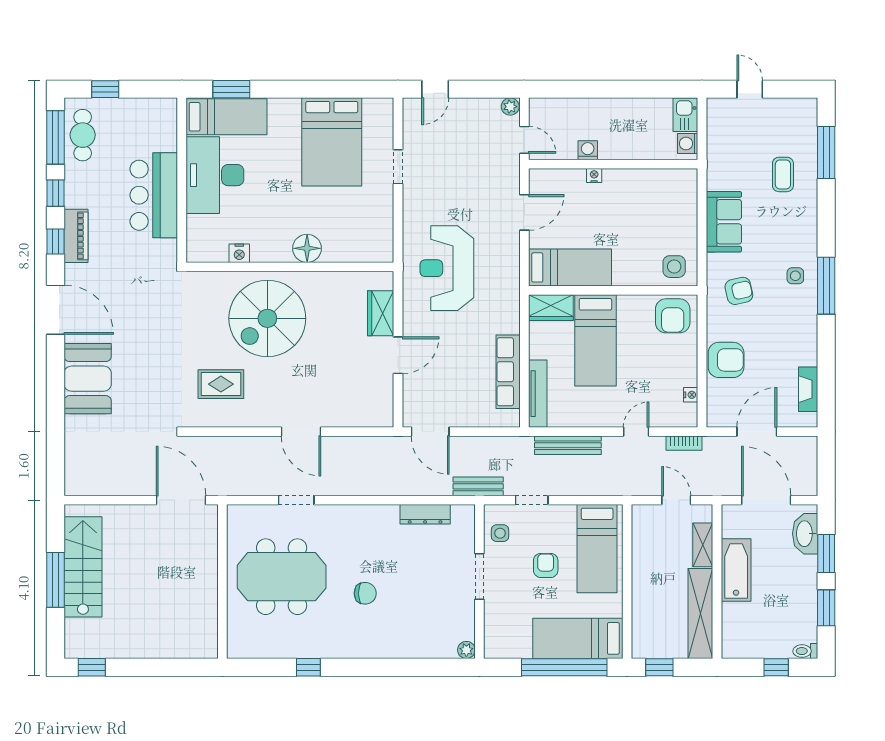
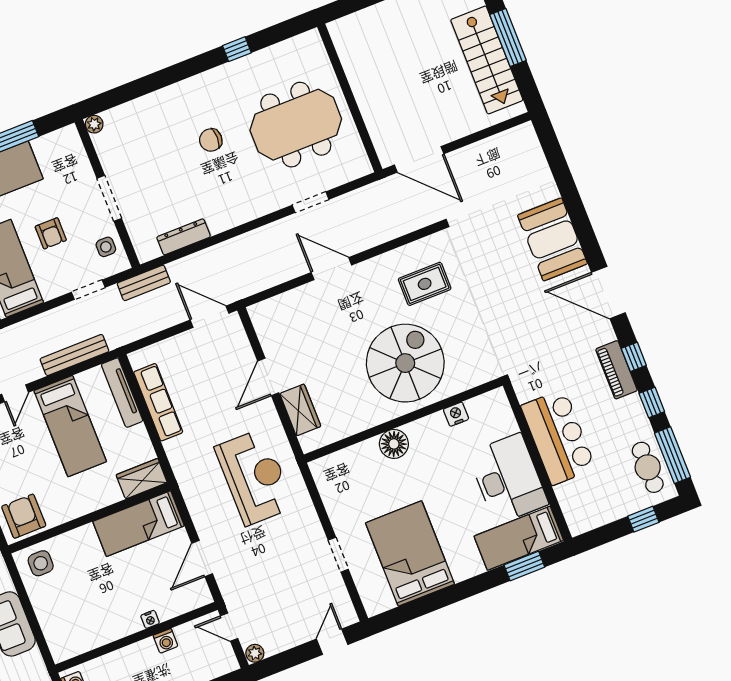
bed: (595, 340) -> (70, 426), moved, turned 180

